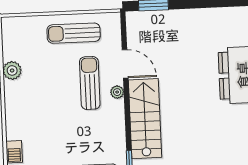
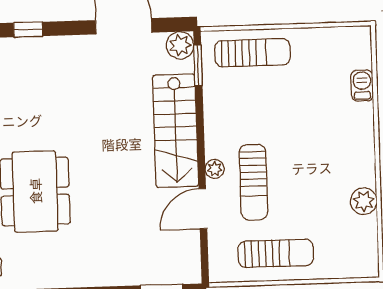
door: (125, 64) -> (203, 209), hinge flipped

